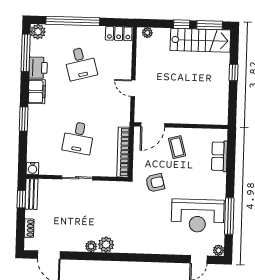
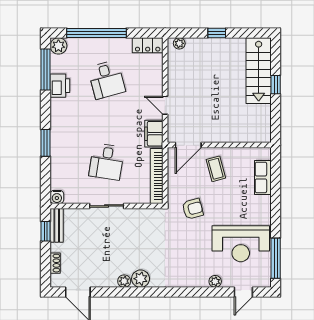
window: (210, 25) -> (248, 33), removed
stairs: (200, 40) -> (259, 71), moved, turned 90
filing cabinet: (37, 92) -> (154, 134), moved, turned 180
window: (229, 216) -> (276, 258), moved
plant: (219, 250) -> (215, 281), moved

